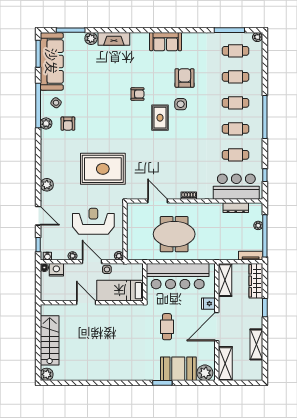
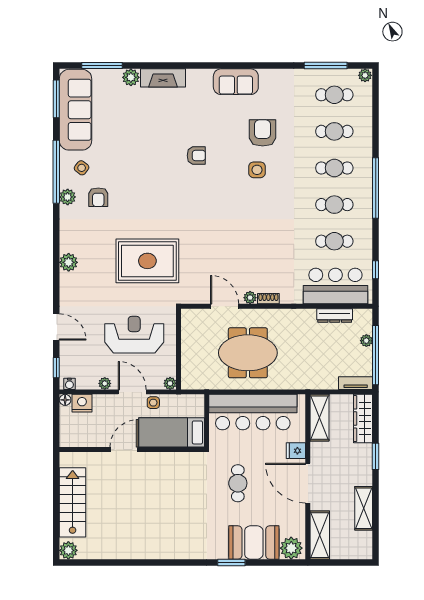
rug: (160, 118) -> (228, 189), removed
plant: (47, 185) -> (69, 262), moved
plant: (176, 195) -> (250, 298), added
door: (86, 303) -> (124, 449), hinge flipped
door: (217, 327) -> (308, 483), hinge flipped

